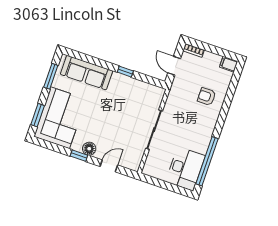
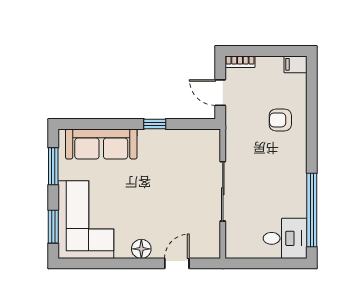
window: (79, 156) -> (130, 263), removed
desk: (185, 169) -> (285, 238), width x0.73

